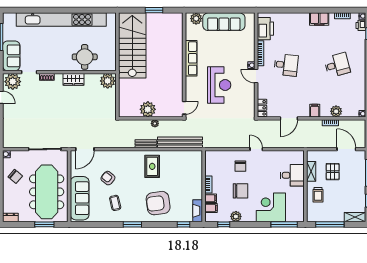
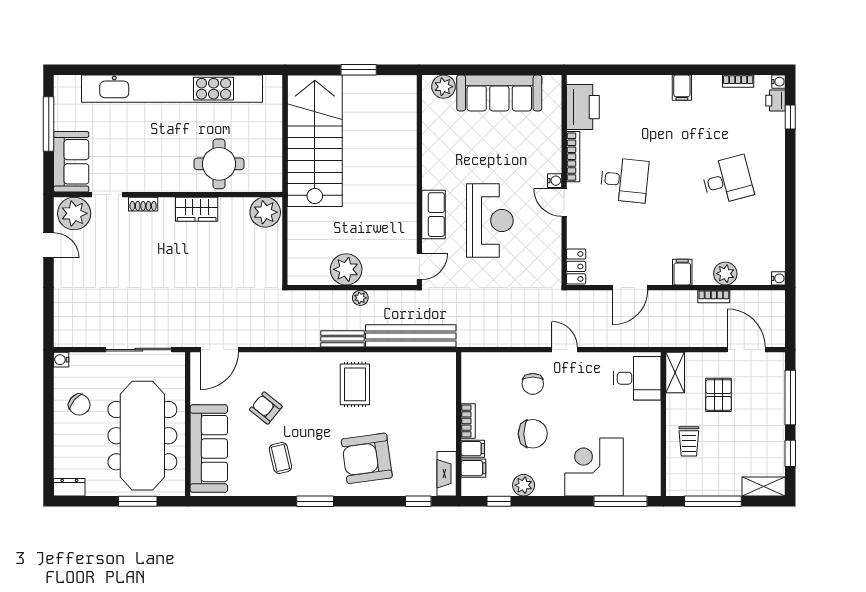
filing cabinet: (319, 19) -> (682, 88), width x0.50
row of seats: (191, 58) -> (434, 215), moved, width x0.68
shelving: (311, 171) -> (675, 372), moved
desk: (292, 175) -> (637, 378), moved

